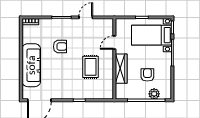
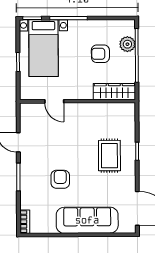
rug: (91, 67) -> (109, 156), moved, turned 90
wardrobe: (121, 69) -> (114, 91), moved

